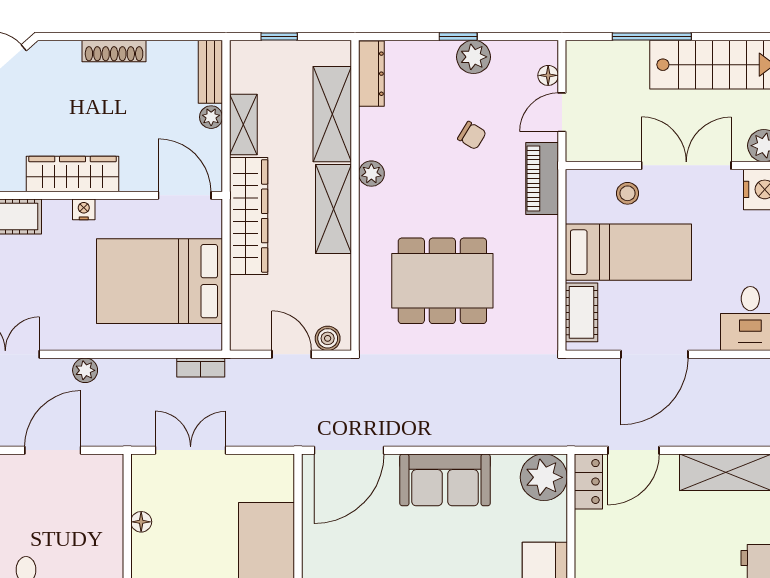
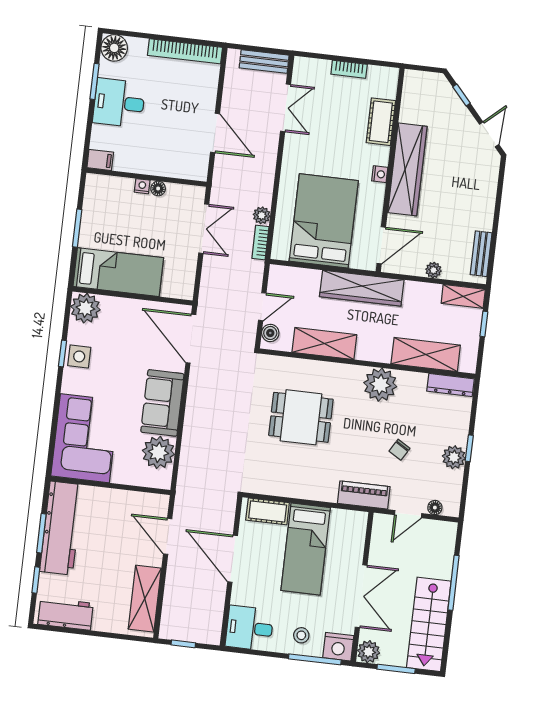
shoe rack: (114, 51) -> (487, 208), removed
bench: (210, 72) -> (481, 254), moved, turned 90
door: (562, 112) -> (408, 514), swing flipped
shelving: (243, 124) -> (463, 296), moved
wardrobe: (73, 174) -> (407, 169), width x1.40, depth x1.17
plant: (371, 174) -> (380, 385), width x1.88, depth x1.88
stool: (628, 193) -> (301, 635), moved
shelving: (334, 209) -> (324, 343), moved
dining table: (442, 281) -> (301, 417), width x0.73
plant: (85, 370) -> (262, 215), moved
plant: (544, 477) -> (158, 452), moved
locker: (588, 482) -> (150, 502), removed
nightstand: (140, 545) -> (142, 186), added

